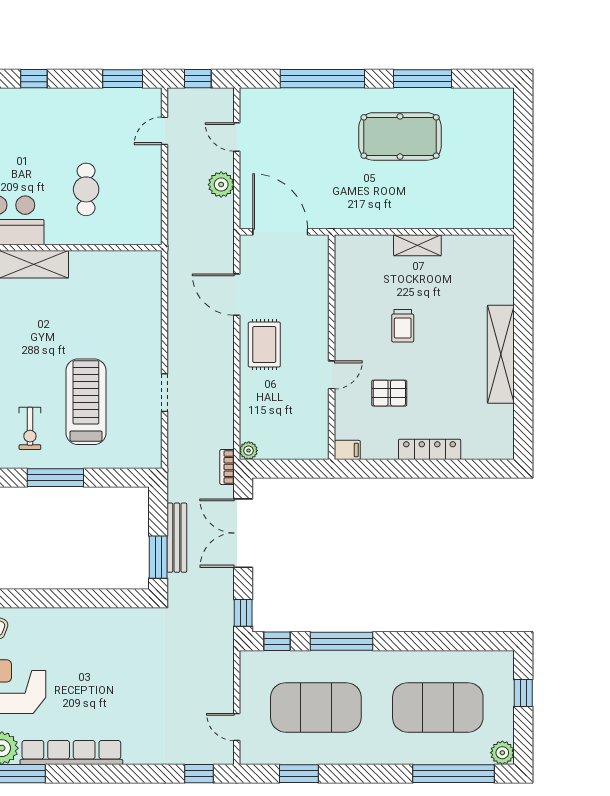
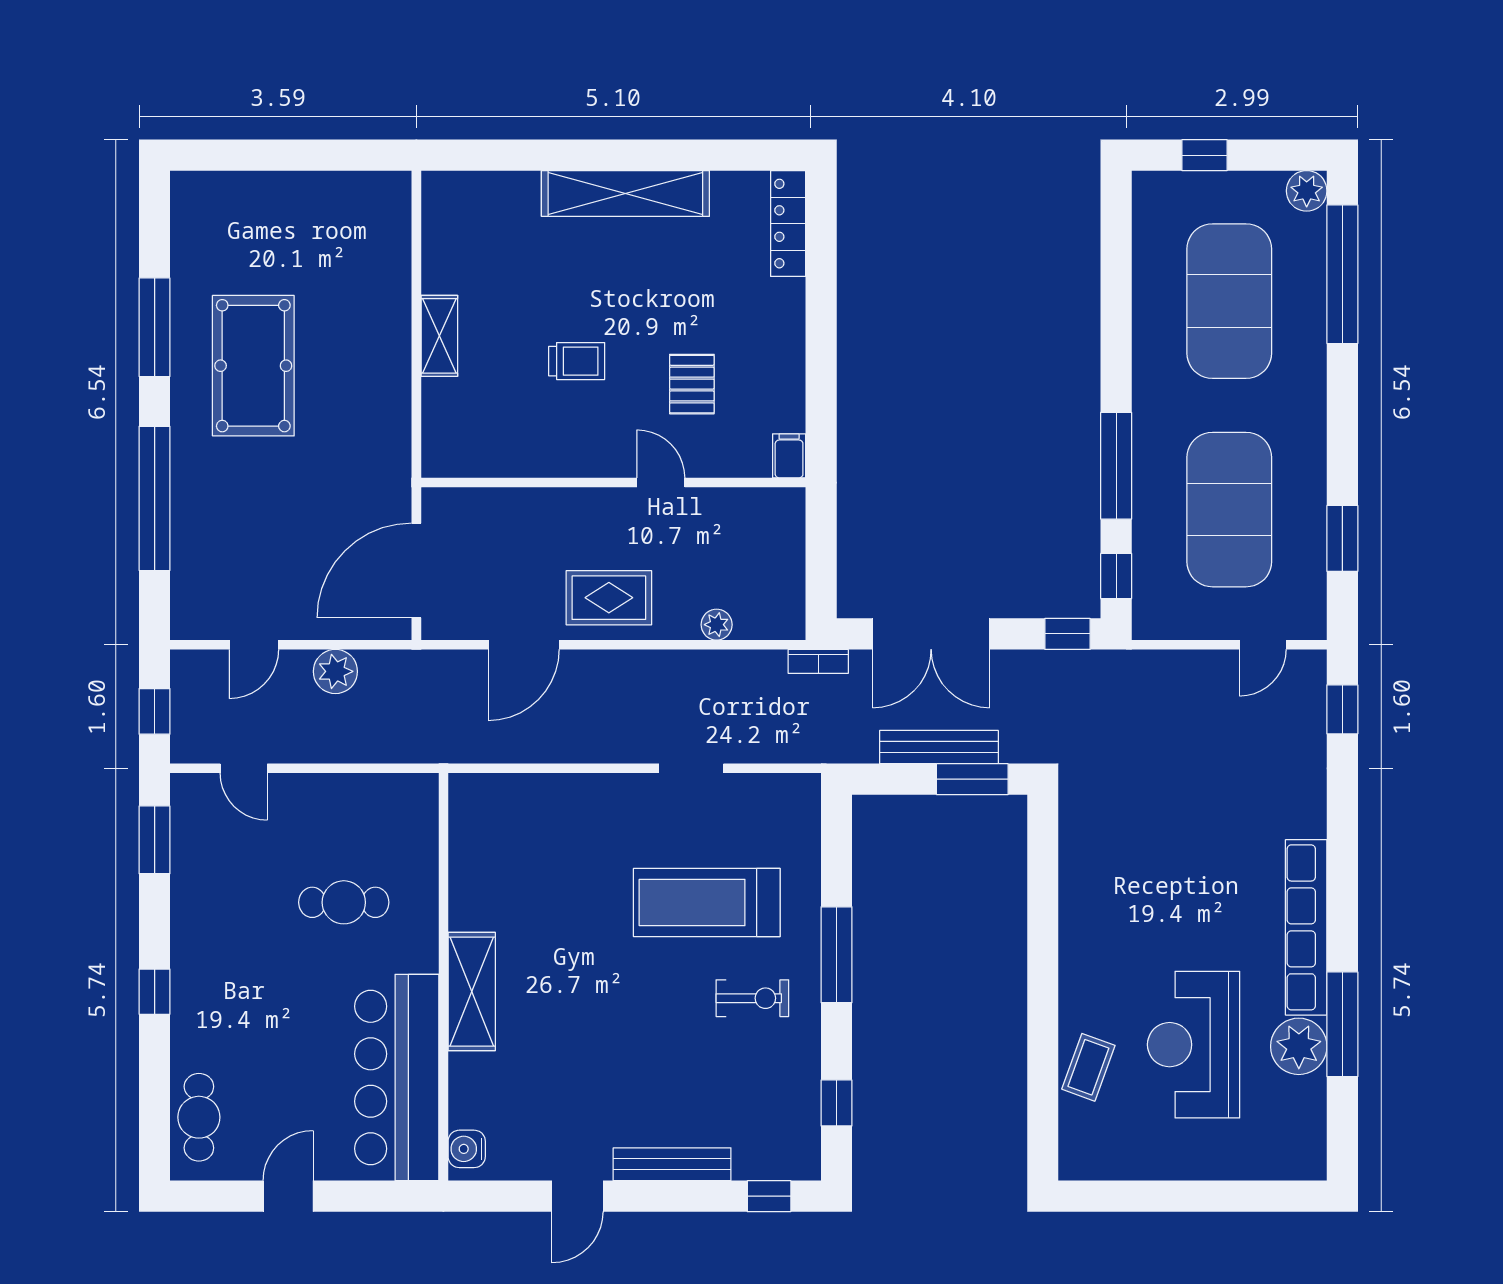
locker: (430, 449) -> (788, 224), moved
plant: (249, 451) -> (717, 625), moved

